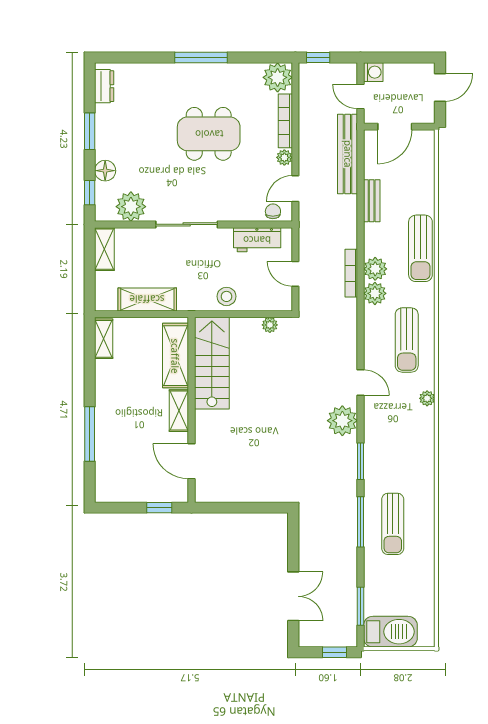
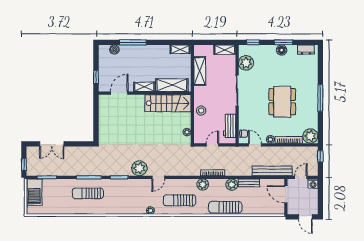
floor lamp: (105, 171) -> (282, 50), moved
plant: (375, 269) -> (232, 185), moved
boiler: (104, 471) -> (114, 50), added

